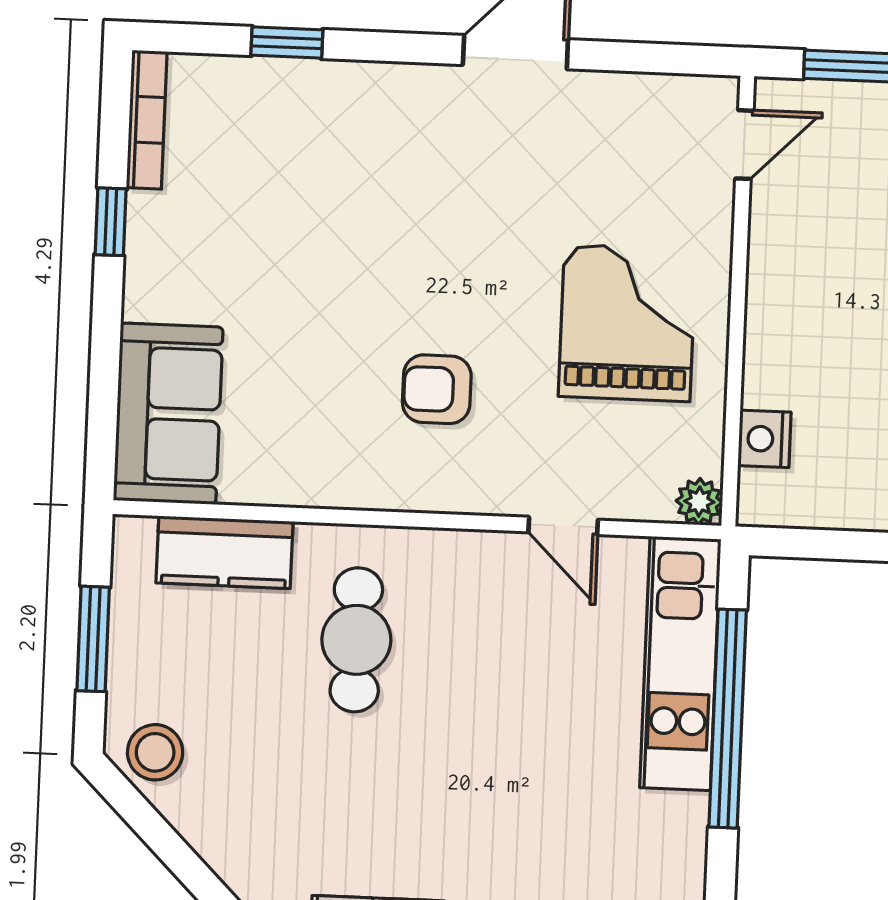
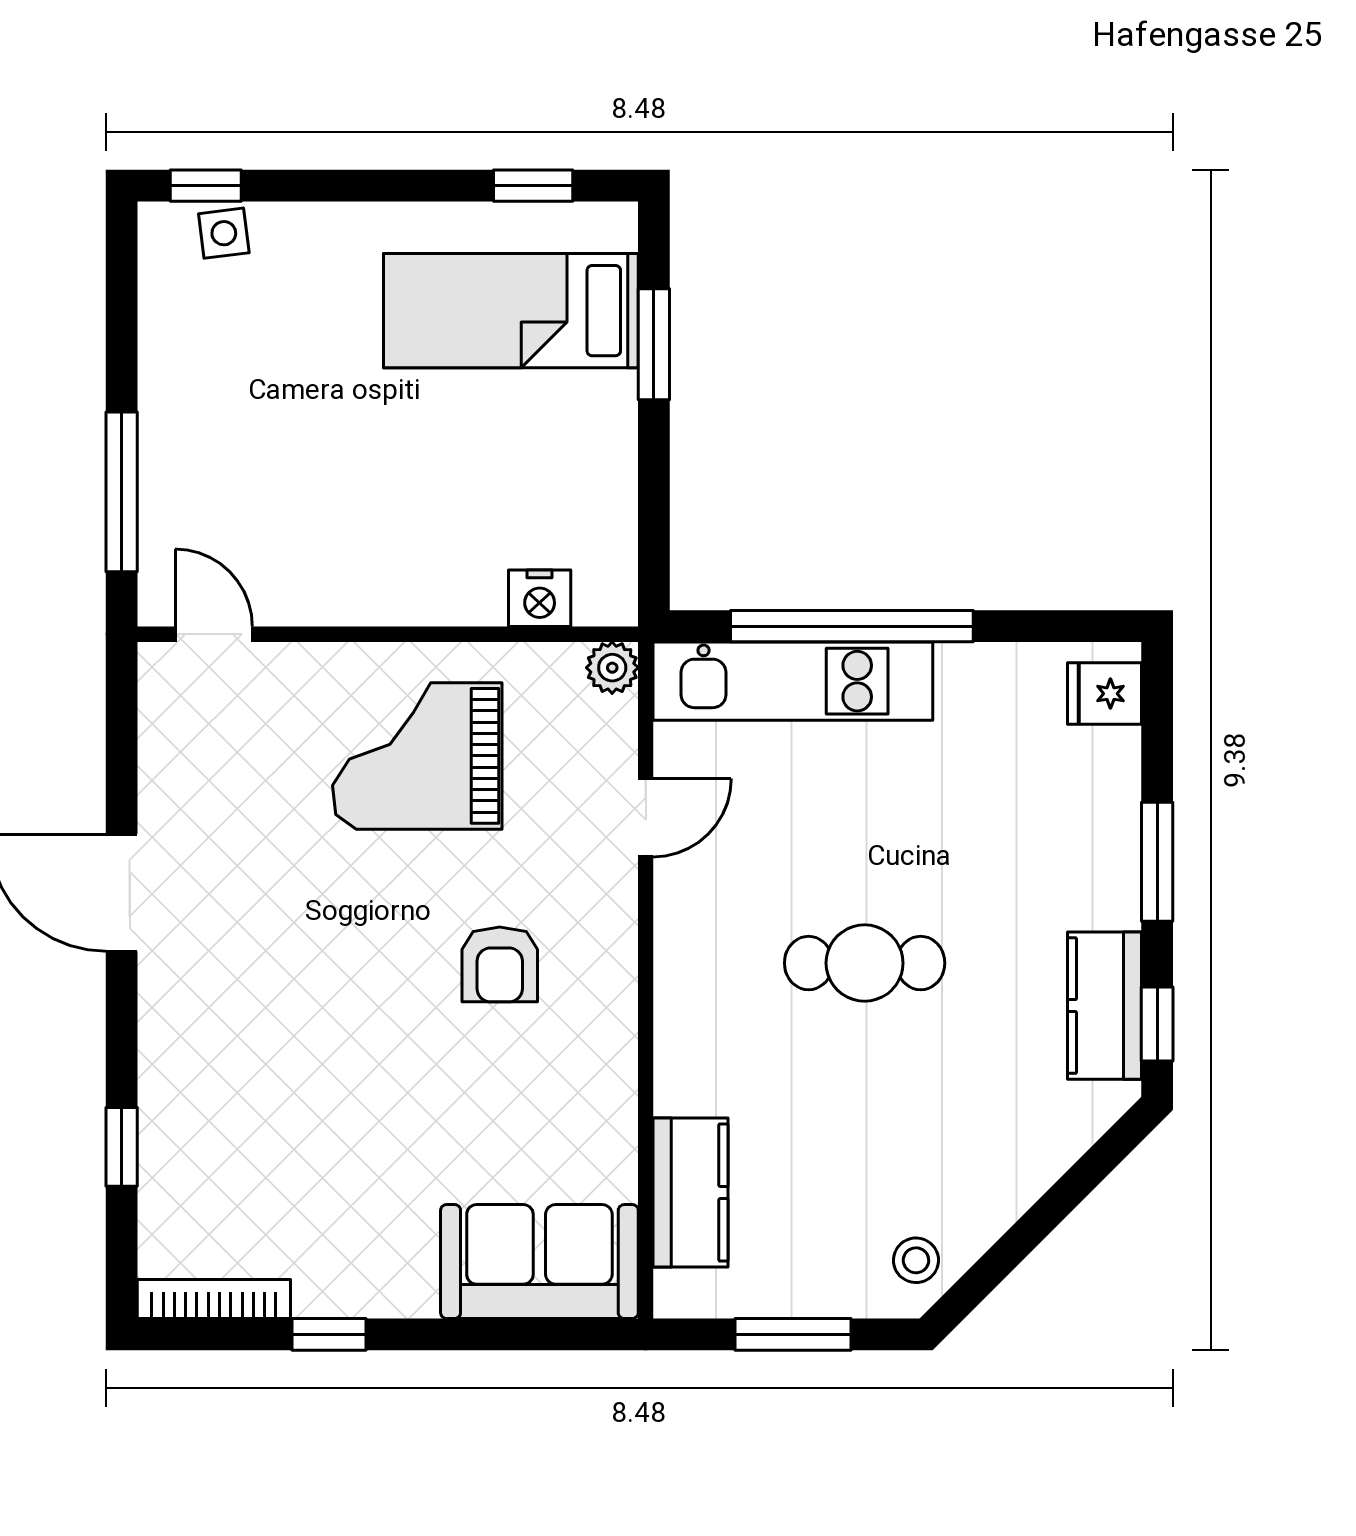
cafe table: (356, 640) -> (865, 963), moved
stool: (155, 752) -> (916, 1260), width x0.73, depth x0.73

